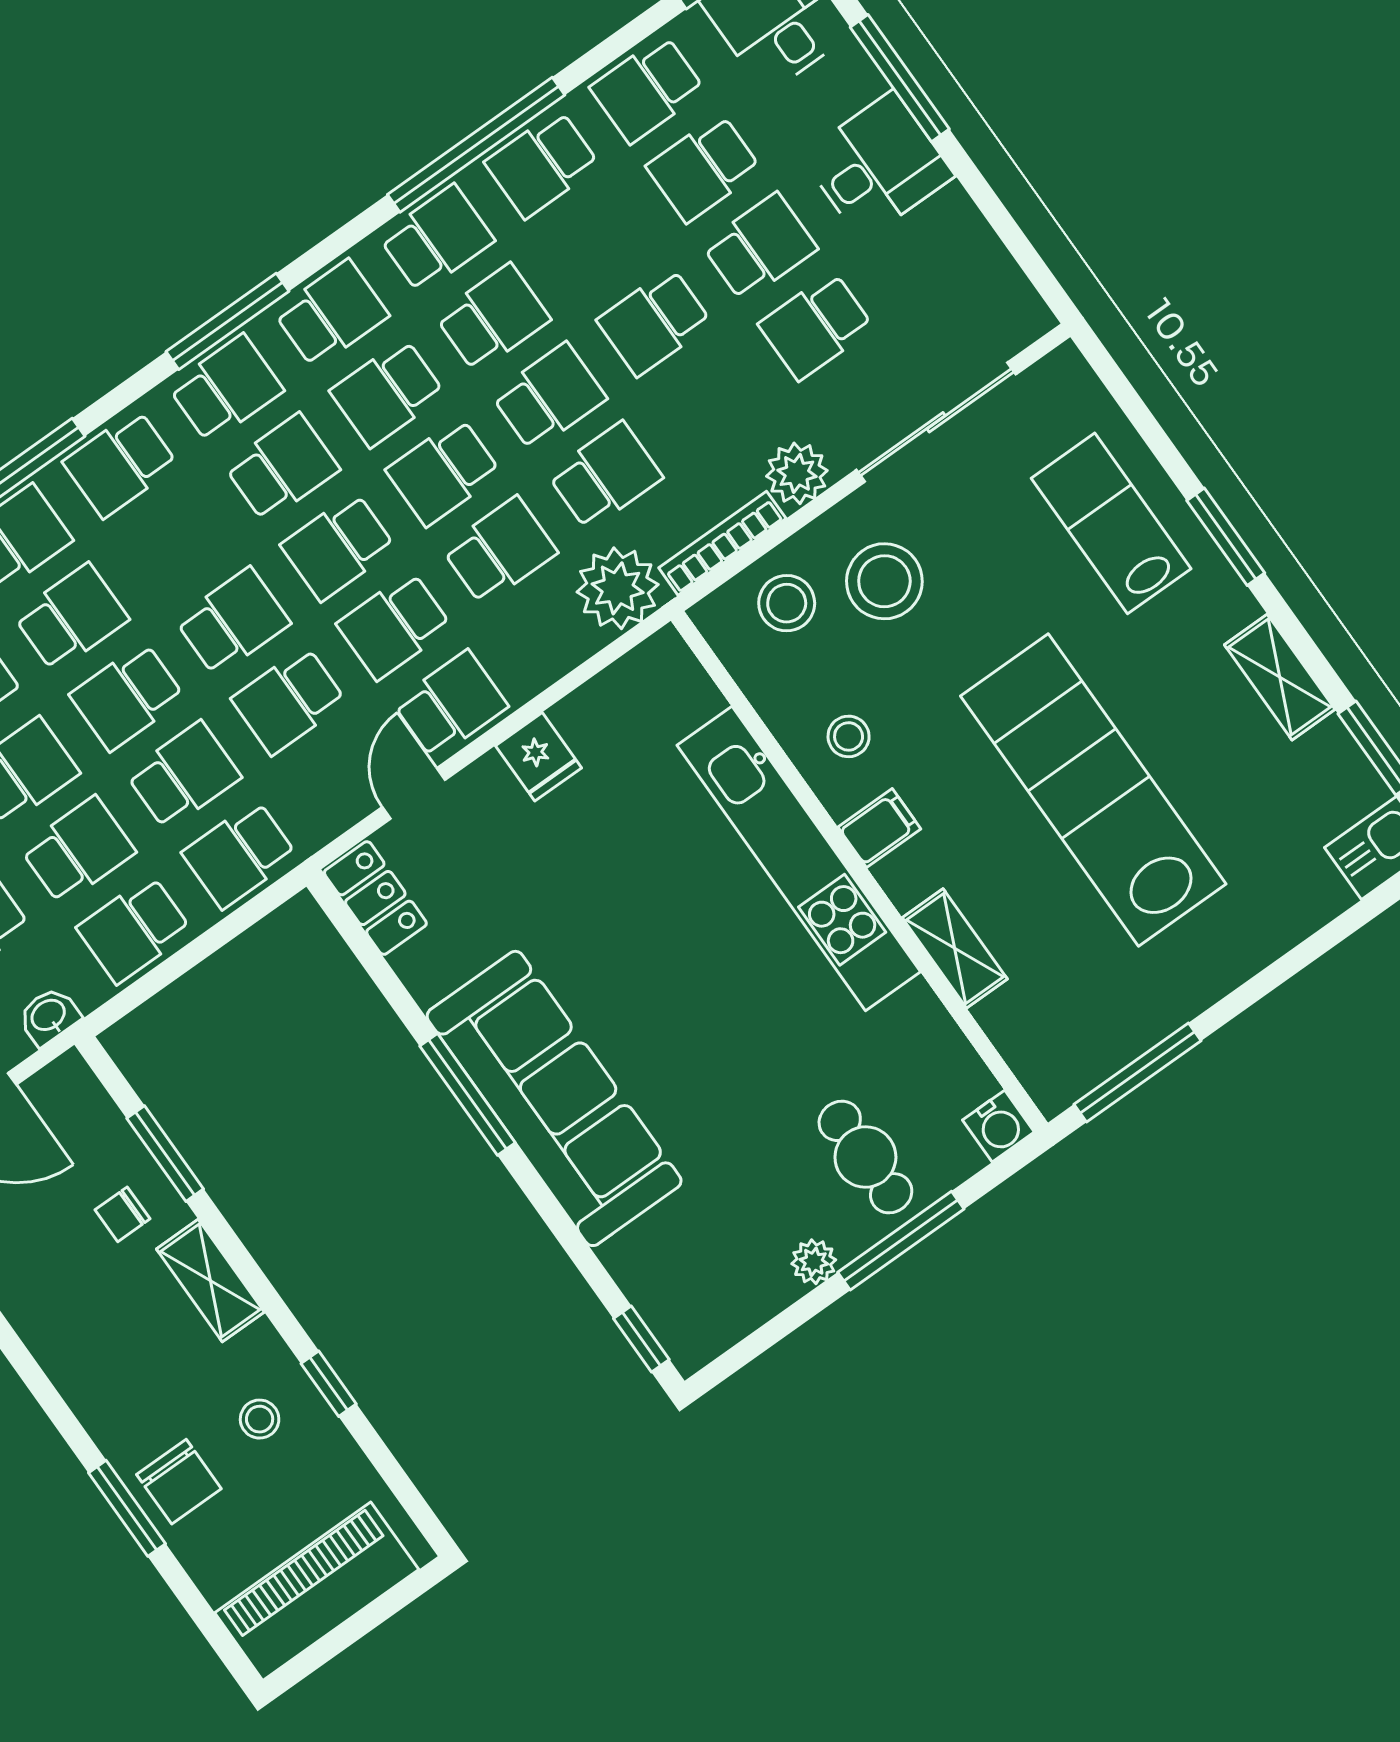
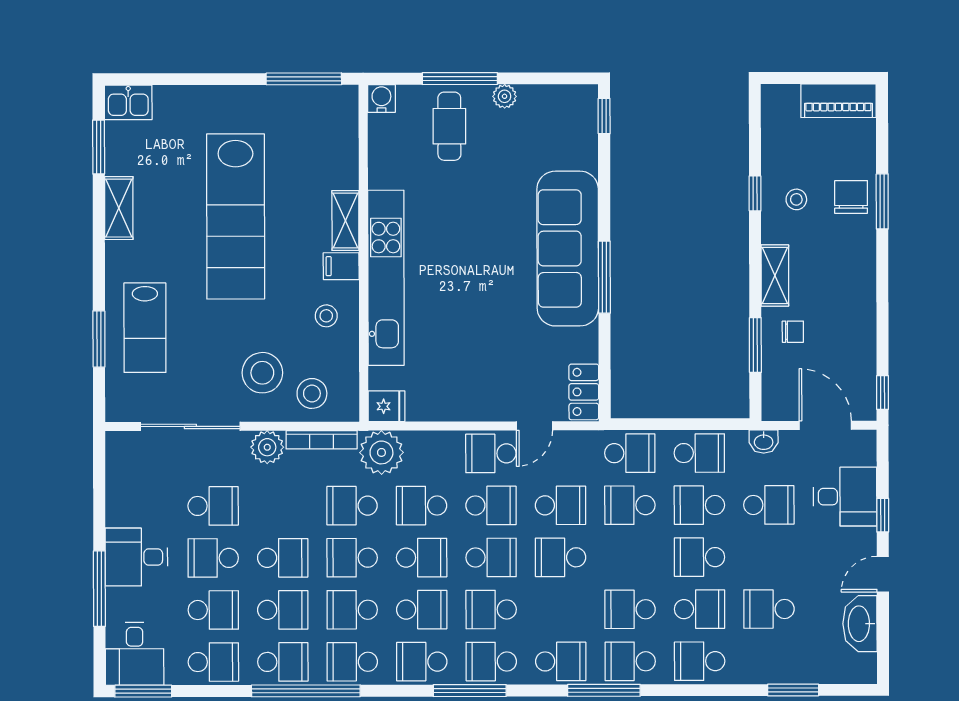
window: (1226, 537) -> (99, 339), moved
school desk: (127, 696) -> (283, 610), moved
fridge: (539, 757) -> (386, 406), moved, turned 90
shelving: (955, 948) -> (345, 220), moved
piano: (317, 1591) -> (838, 101), width x0.73, depth x0.75

